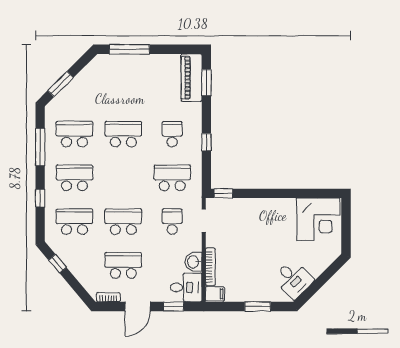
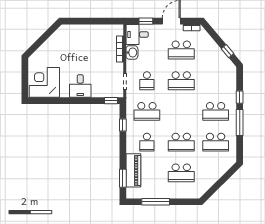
window: (129, 49) -> (156, 202), moved
piano: (192, 78) -> (133, 170), moved
window: (61, 84) -> (225, 177), removed
window: (206, 142) -> (123, 125), moved
window: (40, 147) -> (240, 123), moved
school desk: (74, 222) -> (181, 173), moved
desk: (293, 279) -> (80, 86), moved, turned -135
filing cabinet: (215, 294) -> (117, 30), removed
window: (258, 307) -> (87, 21), removed

